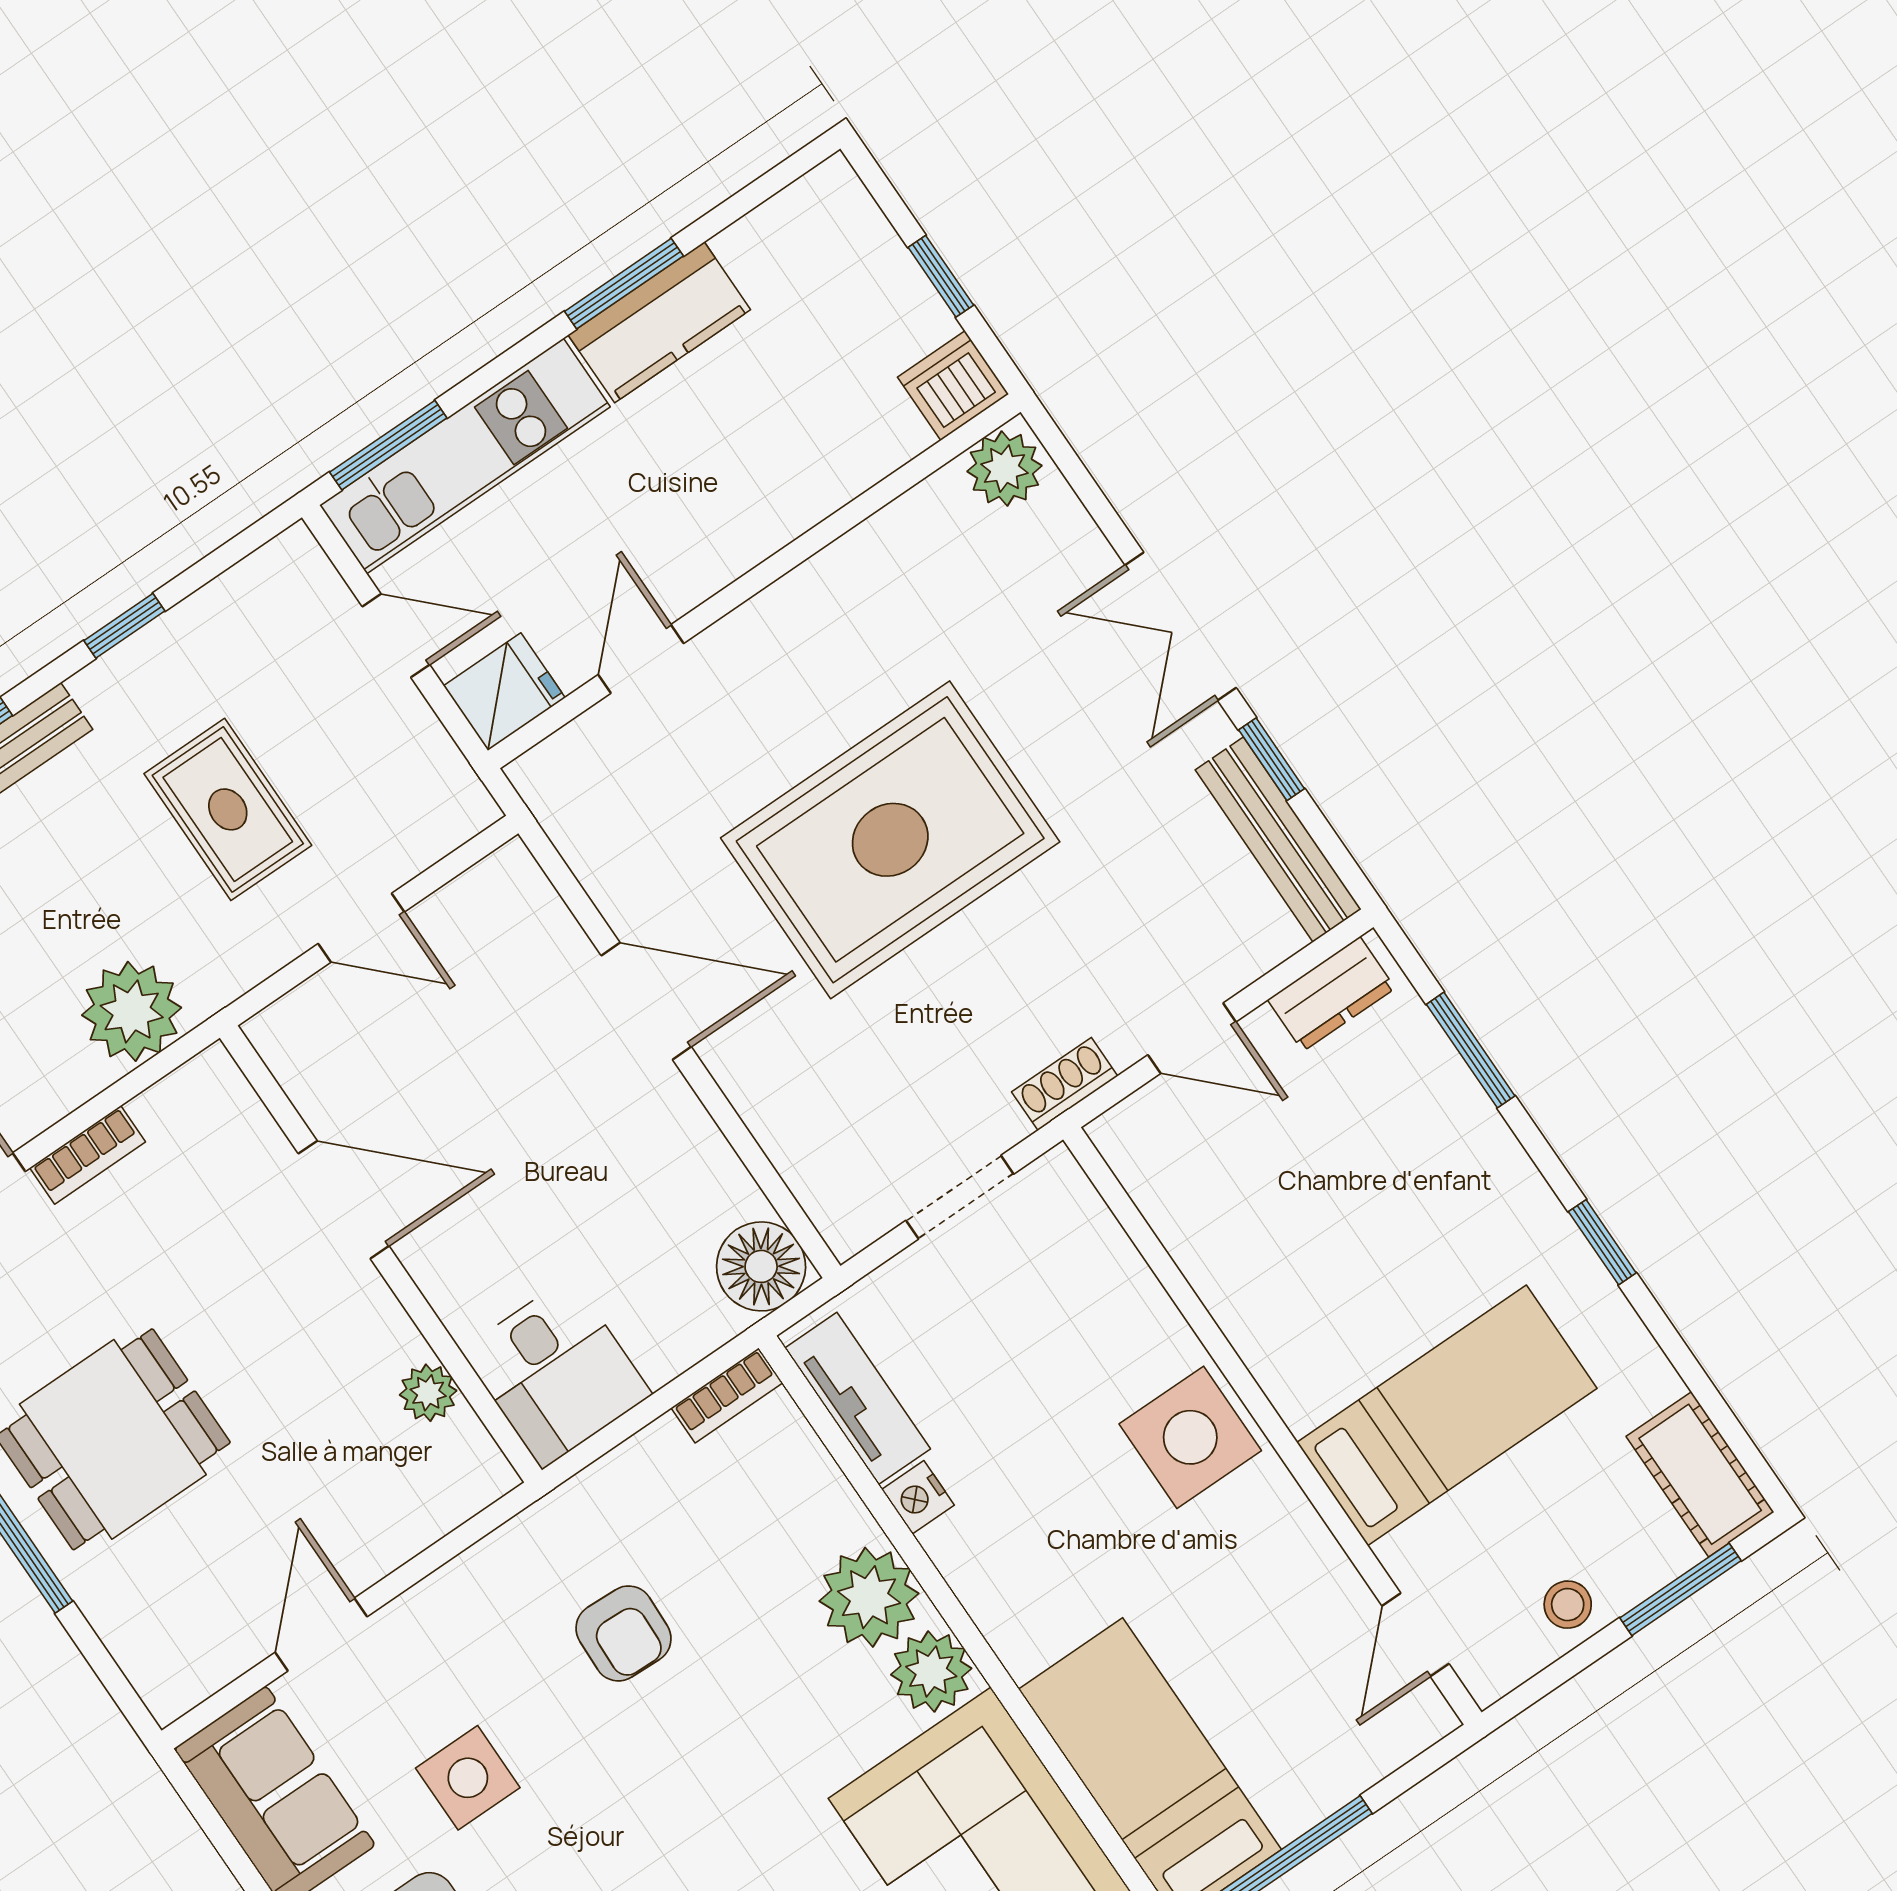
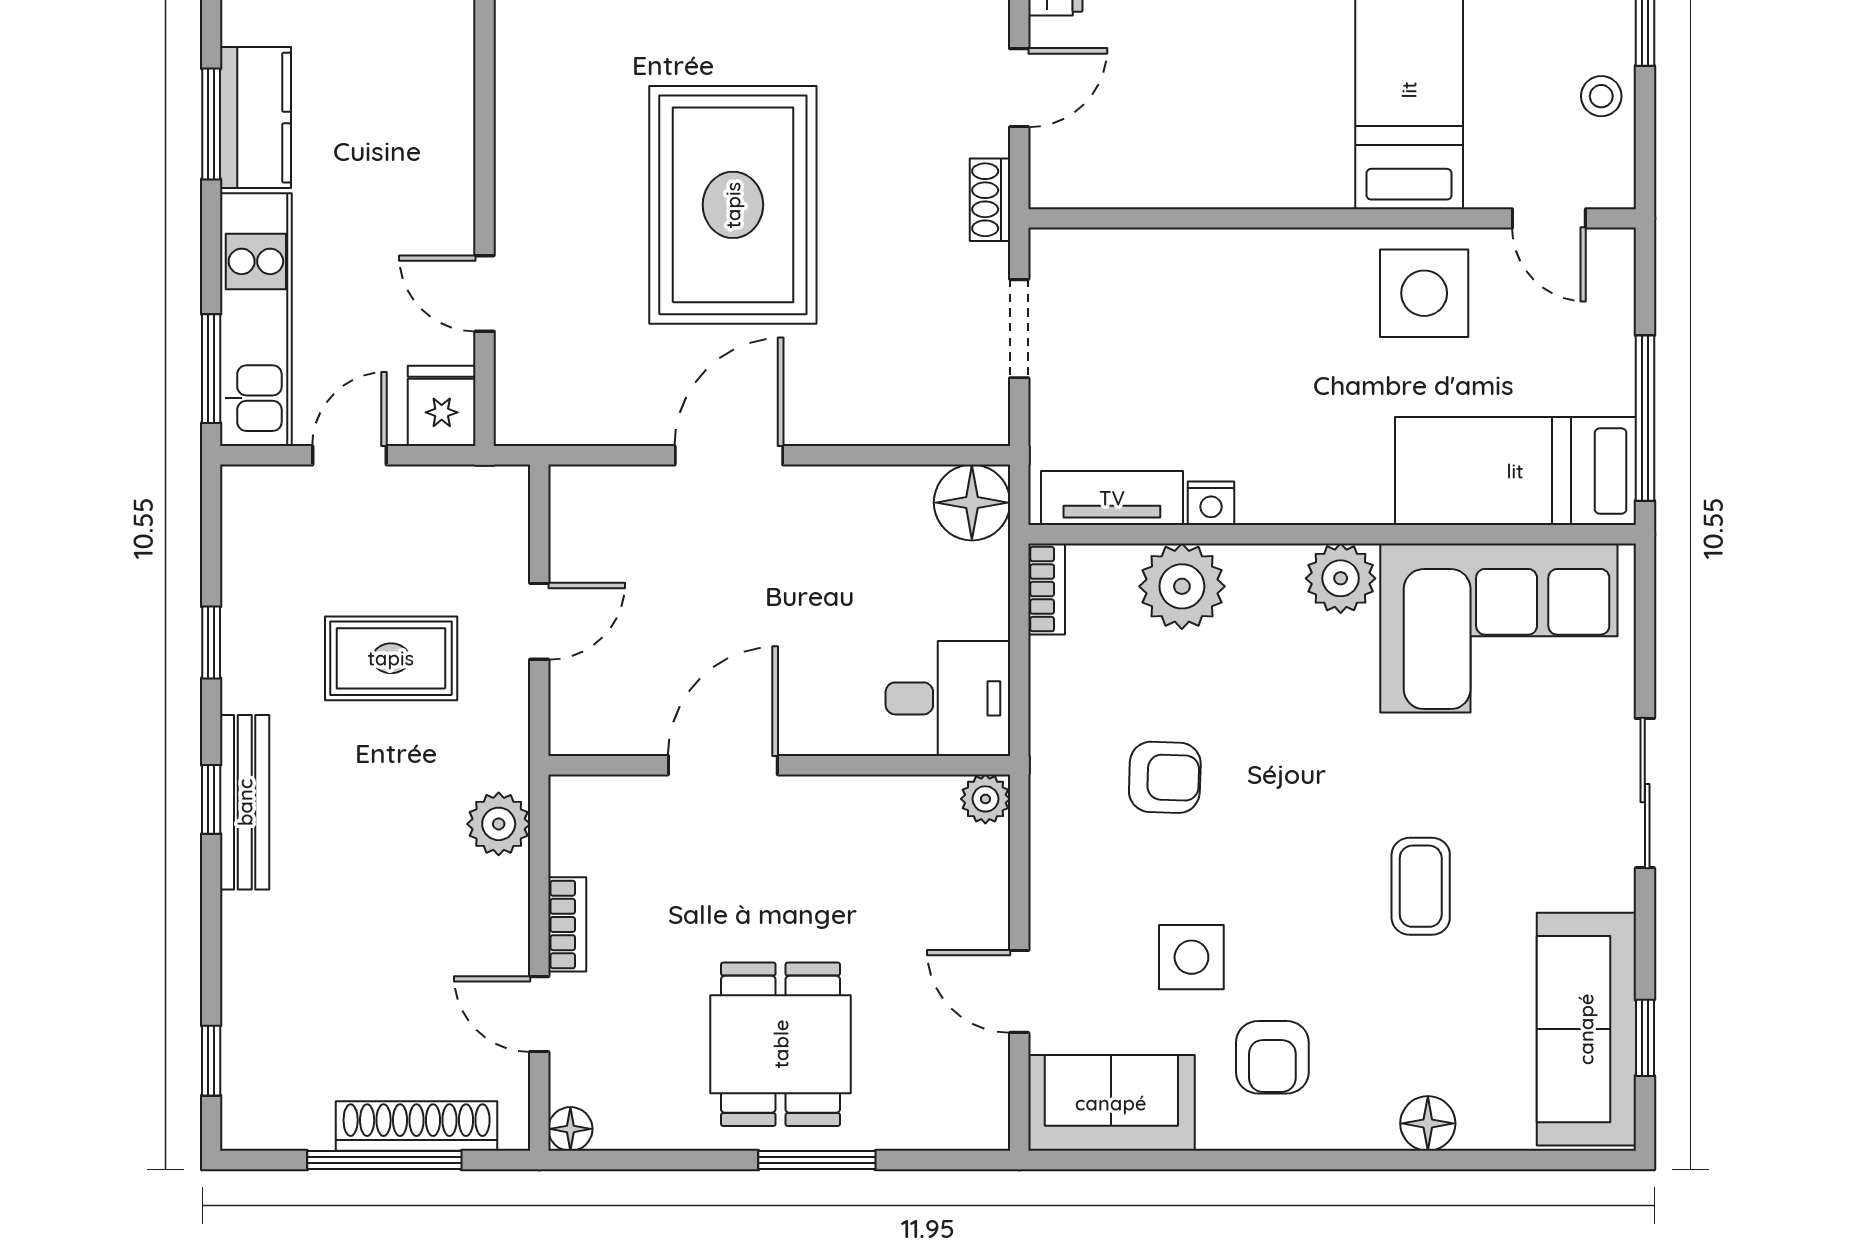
plant: (132, 1011) -> (499, 824), width x0.73, depth x0.73
plant: (428, 1393) -> (985, 799), moved
side table: (1190, 1437) -> (1424, 293), moved
plant: (869, 1597) -> (1182, 586), moved

